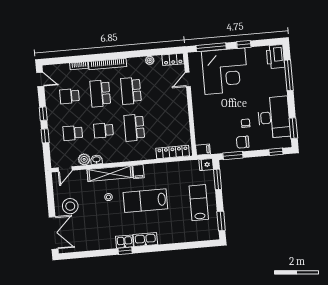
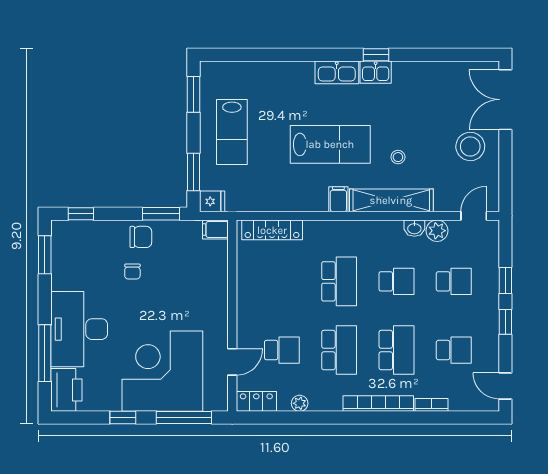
school desk: (162, 88) -> (282, 350), added
desk: (274, 117) -> (79, 329), moved

